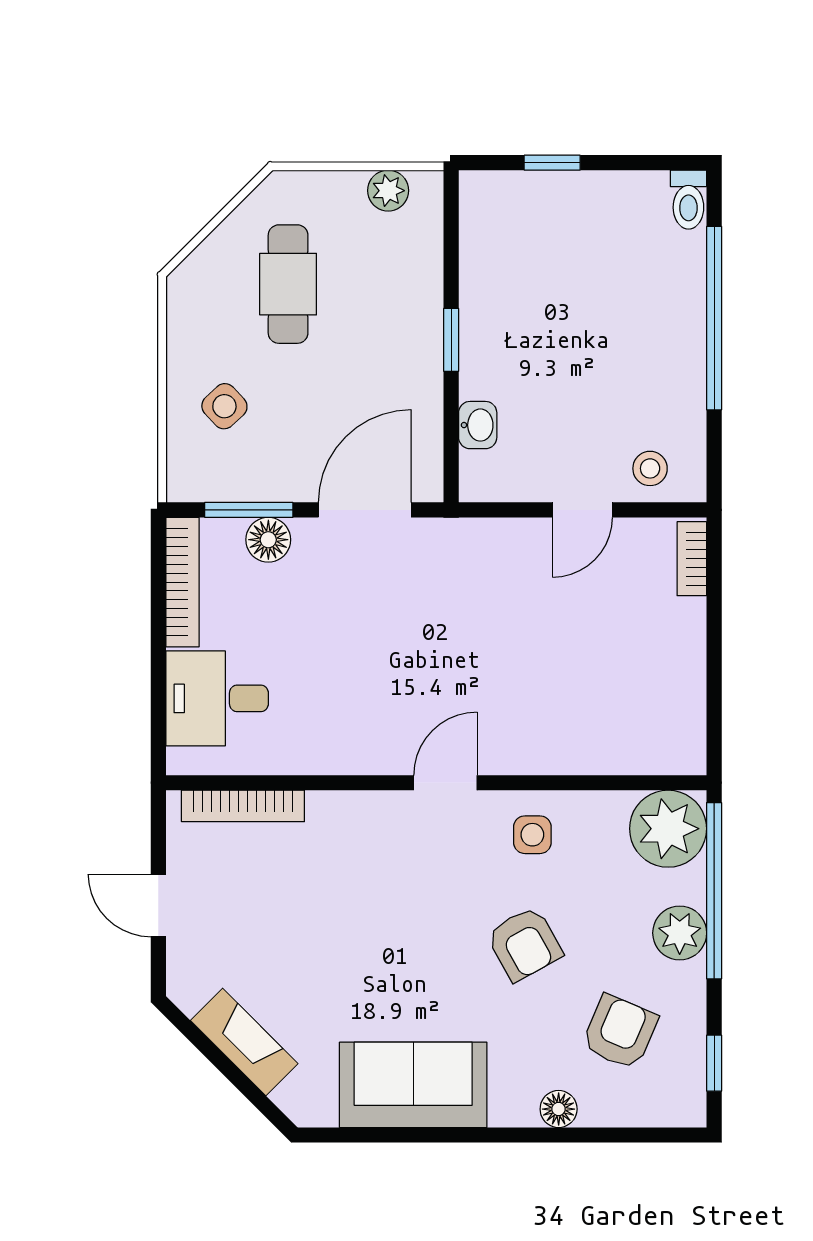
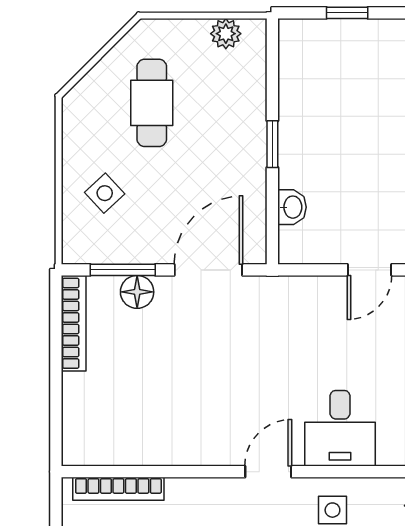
desk: (217, 698) -> (340, 428), moved, turned -90

